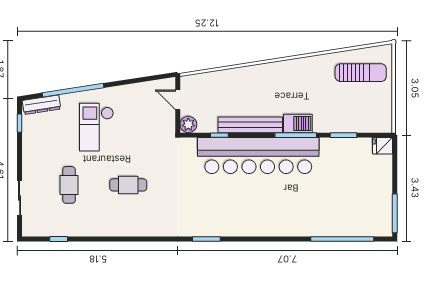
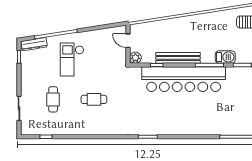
barbecue: (298, 123) -> (225, 57), moved

